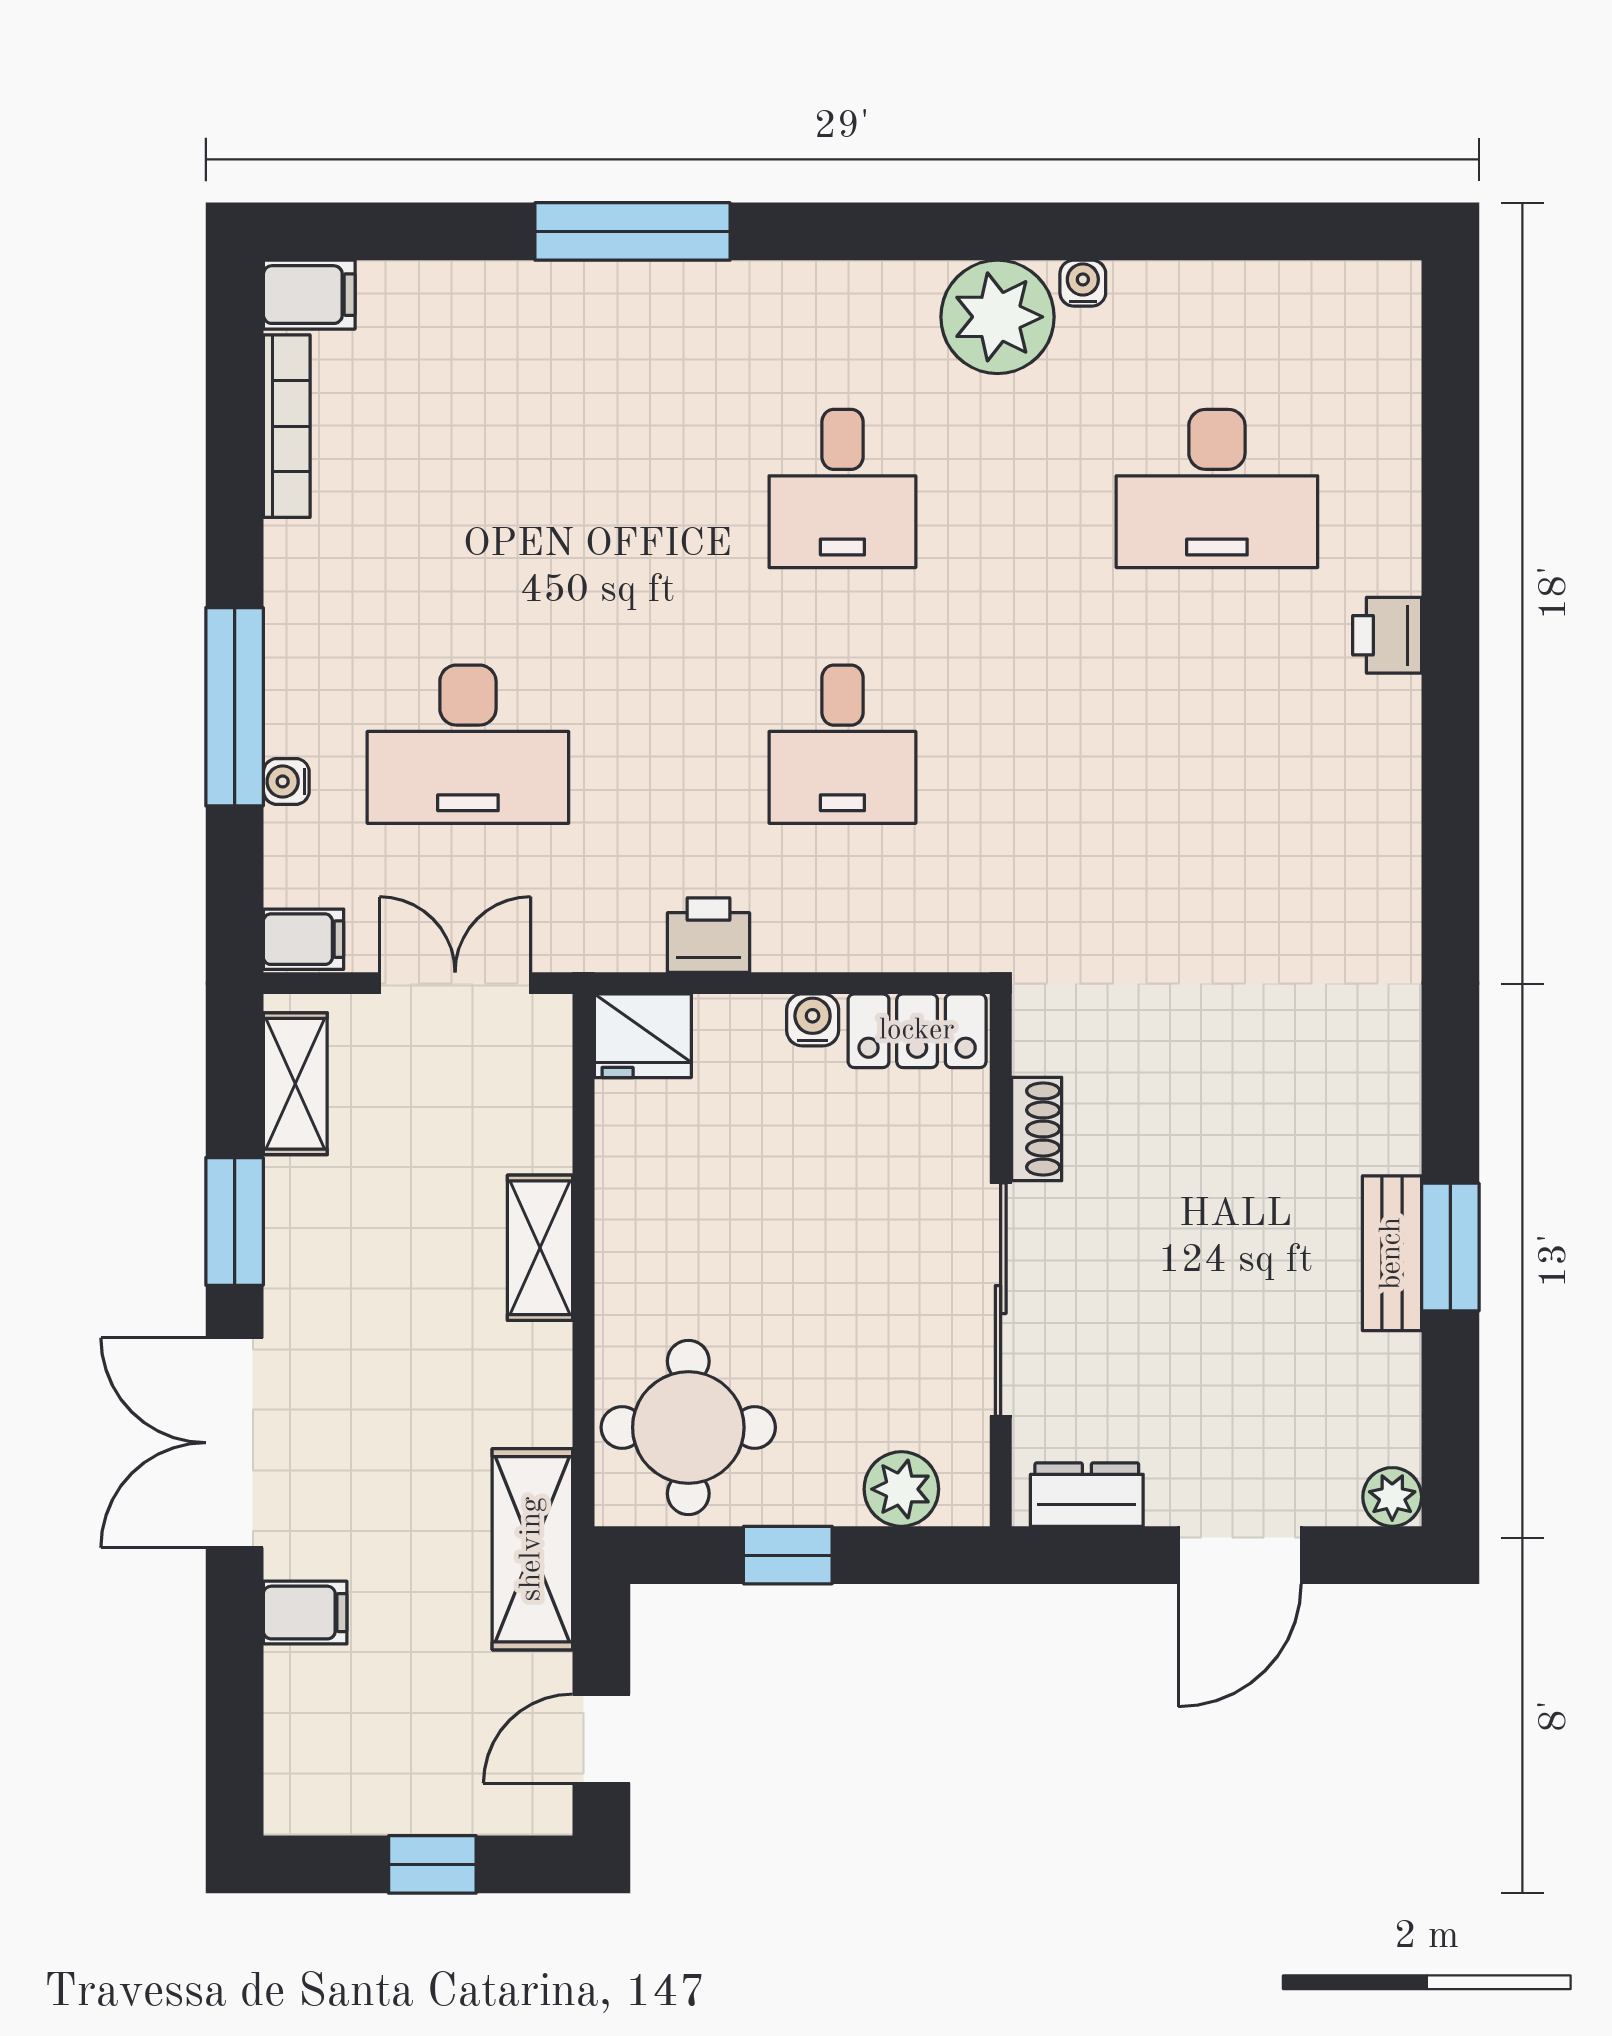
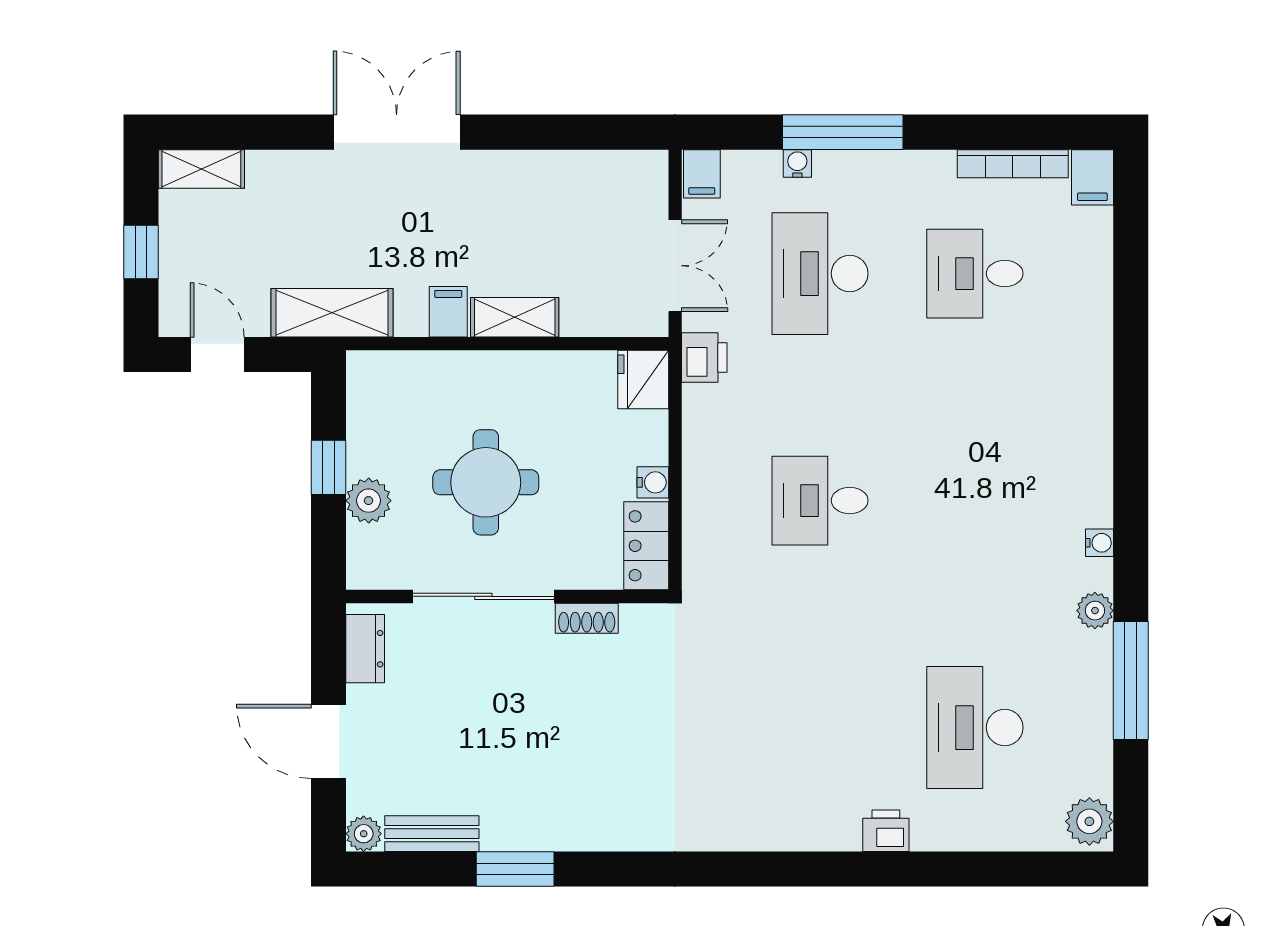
window: (632, 231) -> (1131, 680), moved
water cooler: (1083, 283) -> (1099, 543), moved
plant: (1372, 300) -> (1089, 821), added
plant: (997, 317) -> (1095, 611), width x0.53, depth x0.53
desk: (842, 488) -> (975, 274), moved
printer: (708, 935) -> (704, 357), moved
shelving: (295, 1084) -> (201, 169), moved
window: (235, 1221) -> (531, 132), removed
bench: (1392, 1253) -> (432, 834), moved
round table: (688, 1427) -> (486, 482), moved
plant: (901, 1489) -> (369, 501), moved
filing cabinet: (305, 1613) -> (448, 312), moved, turned 180

